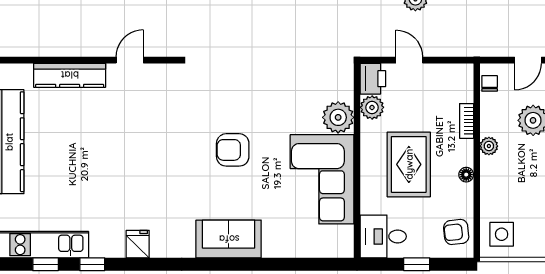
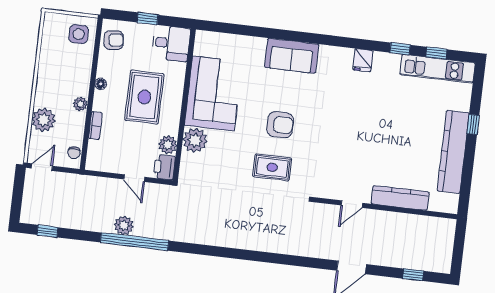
rug: (236, 95) -> (272, 167), added

